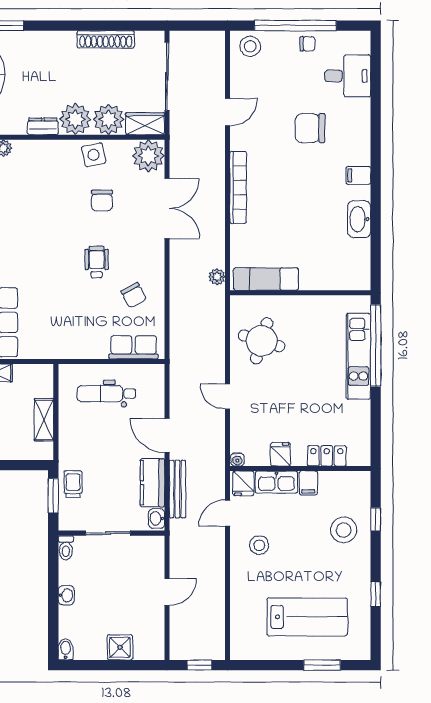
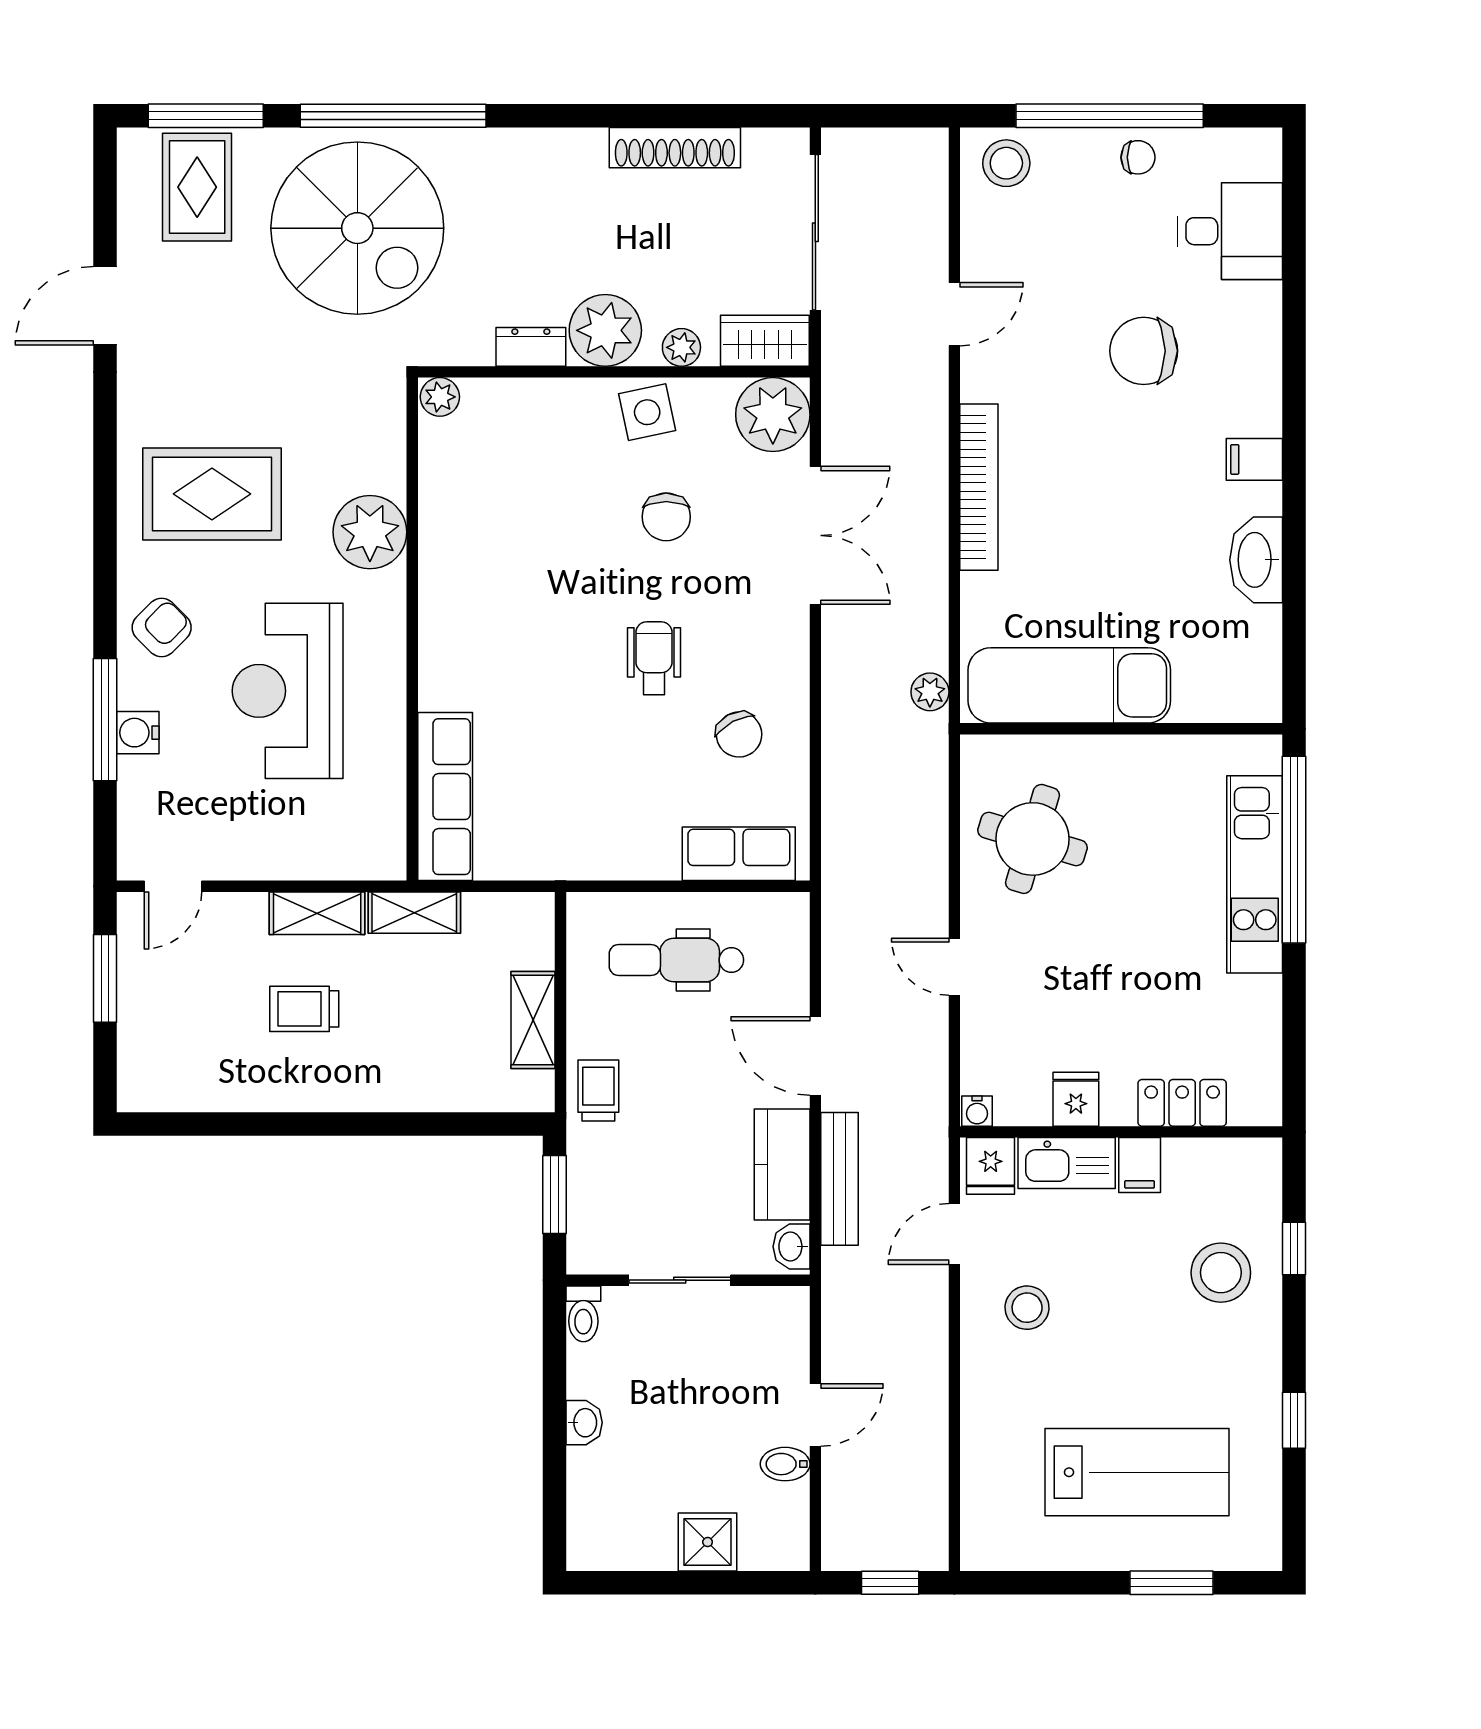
plant: (109, 119) -> (681, 347), width x0.53, depth x0.53
exam couch: (266, 279) -> (1069, 685), width x1.36, depth x1.45
trolley: (73, 484) -> (598, 1090), moved
bidet: (66, 649) -> (785, 1464), moved, turned -90

